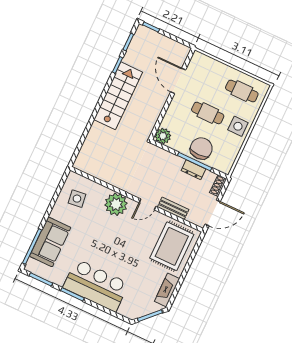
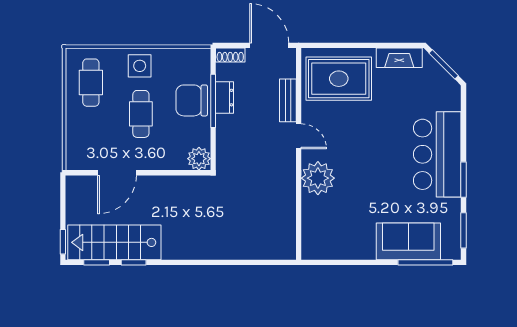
stairs: (118, 96) -> (114, 242), moved
side table: (77, 199) -> (335, 233), removed

